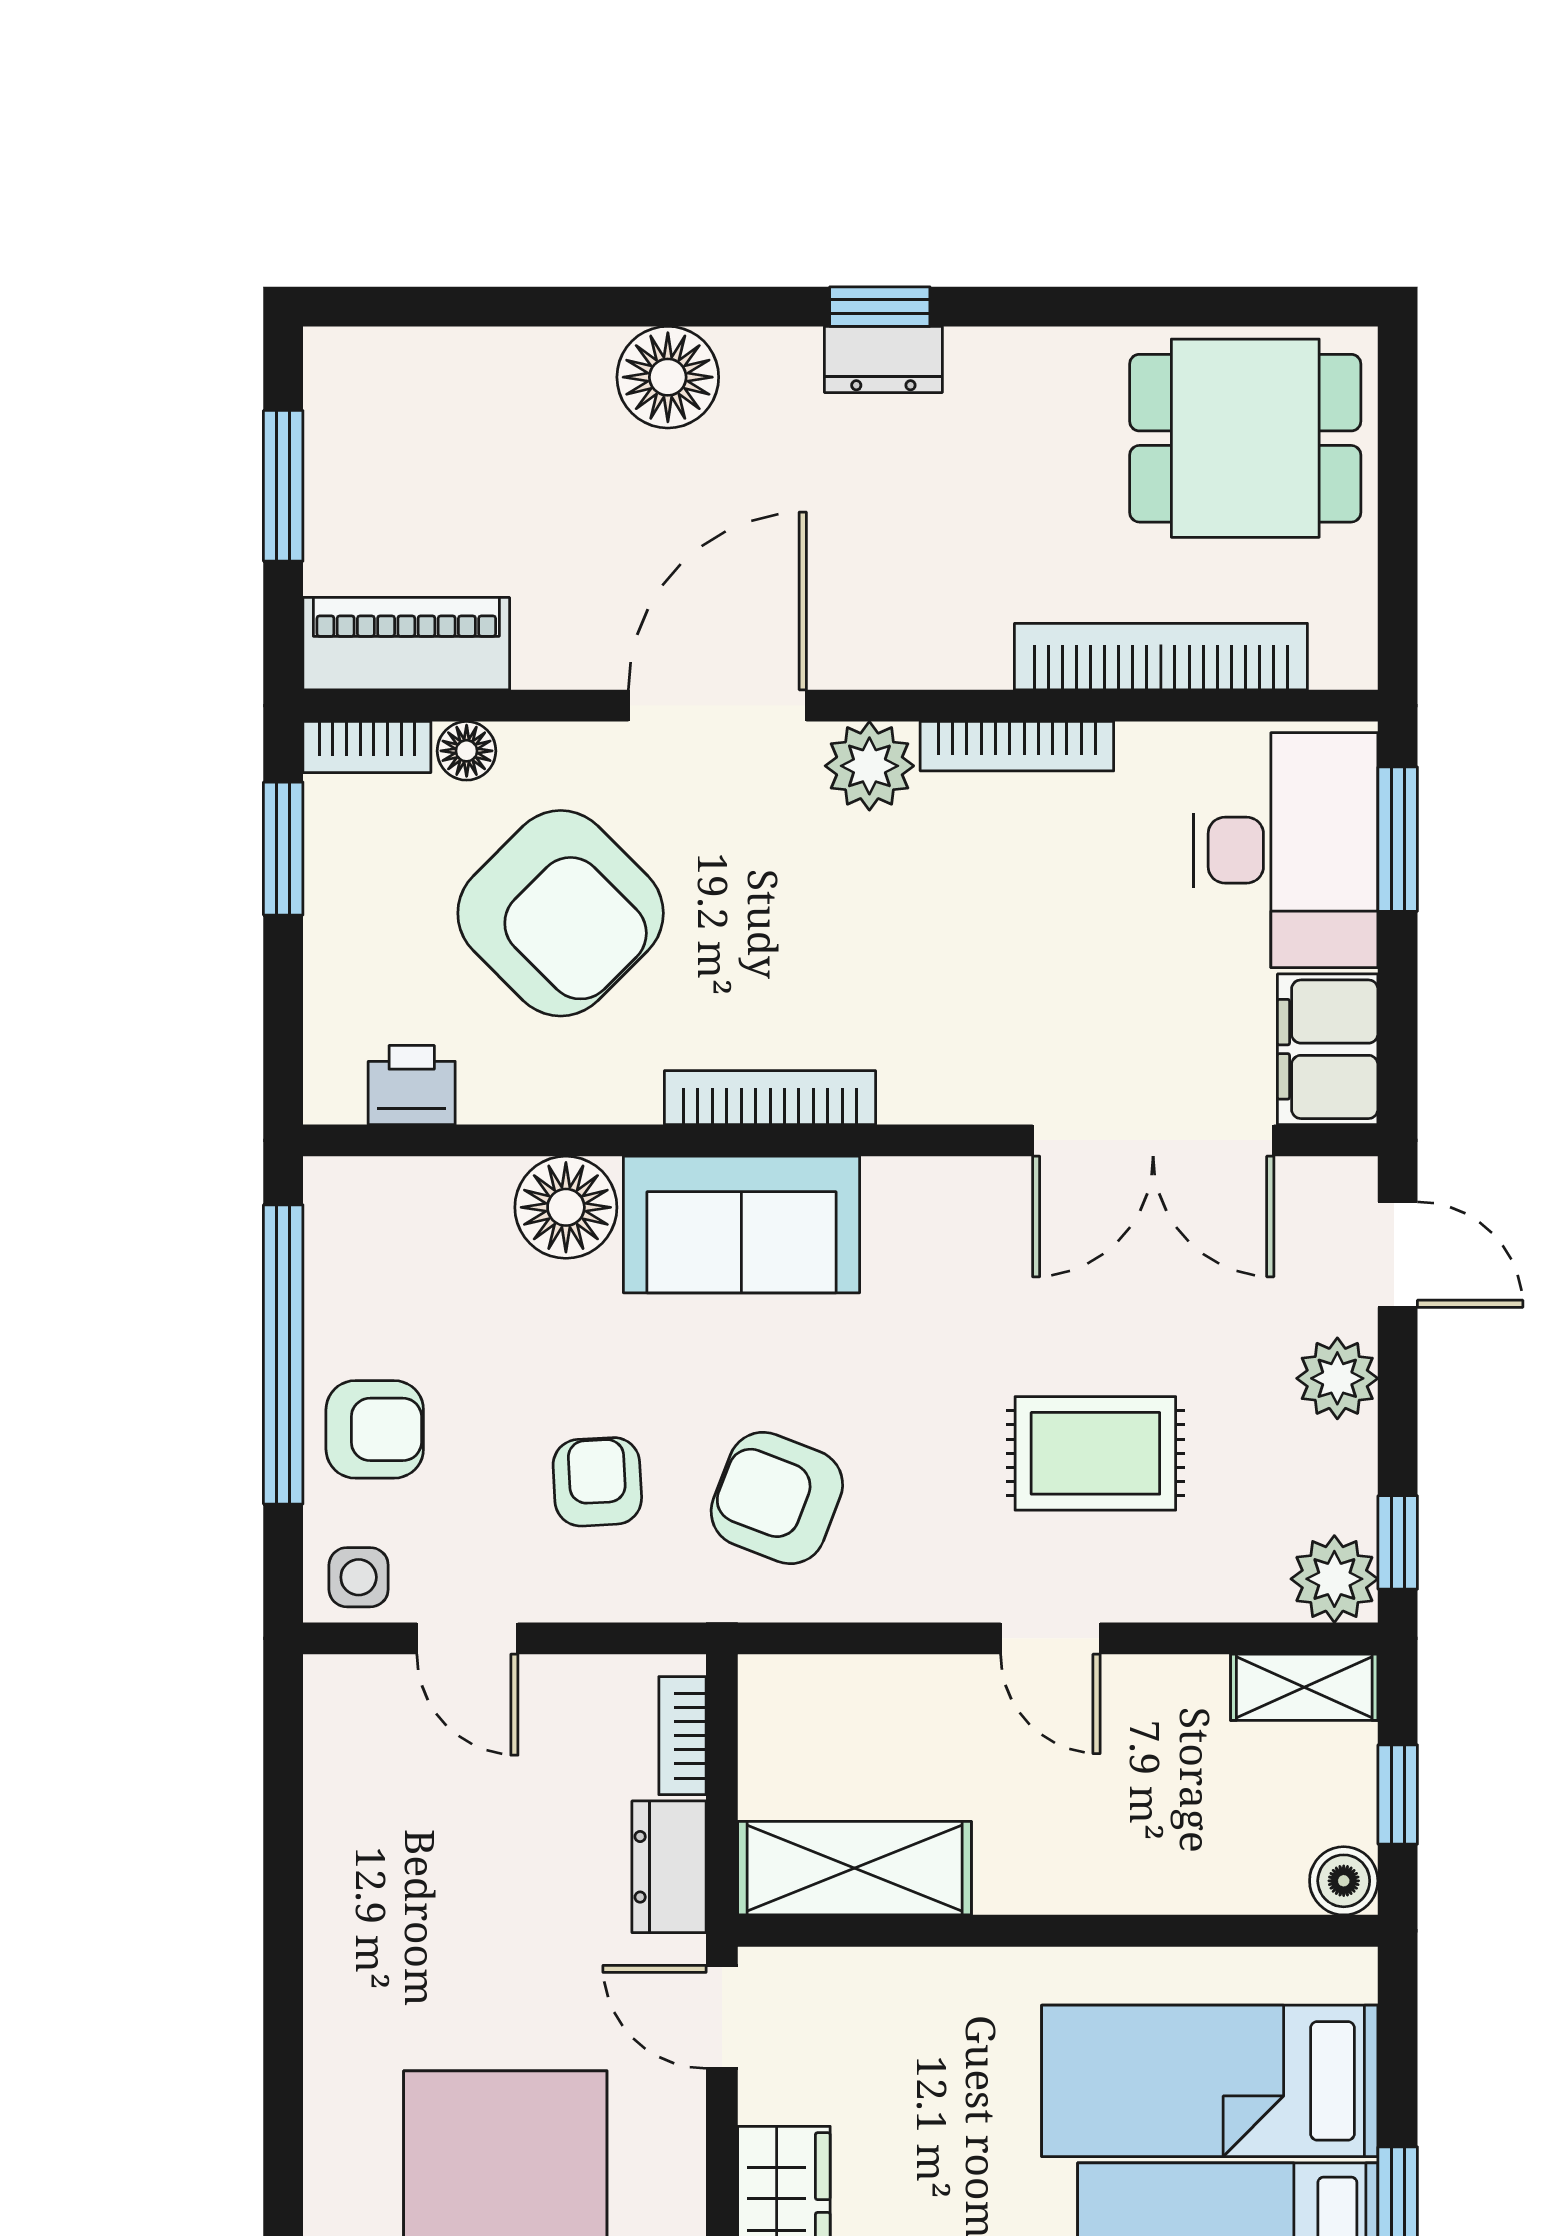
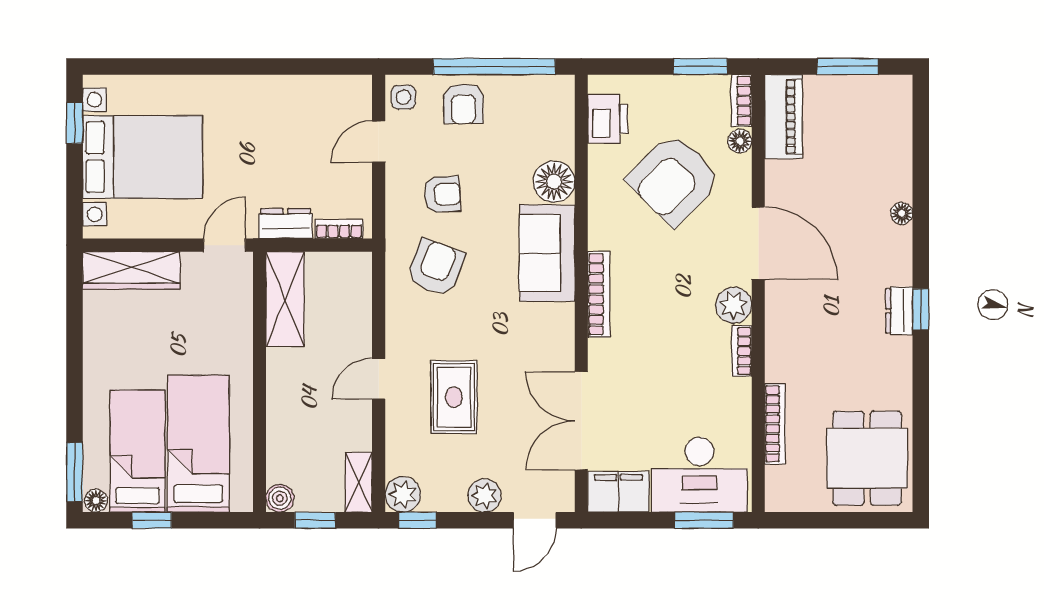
floor lamp: (668, 377) -> (902, 213), width x0.53, depth x0.53
bookcase: (1161, 657) -> (775, 424), width x0.68, depth x0.76
bookcase: (1017, 746) -> (742, 351), width x0.64
printer: (412, 1085) -> (608, 119), width x1.36, depth x1.24
bookcase: (770, 1098) -> (599, 294), moved

